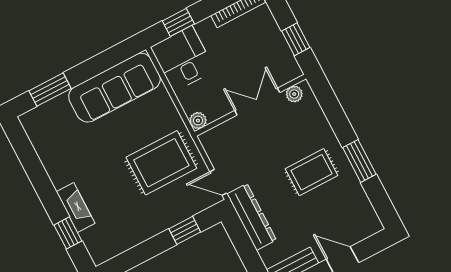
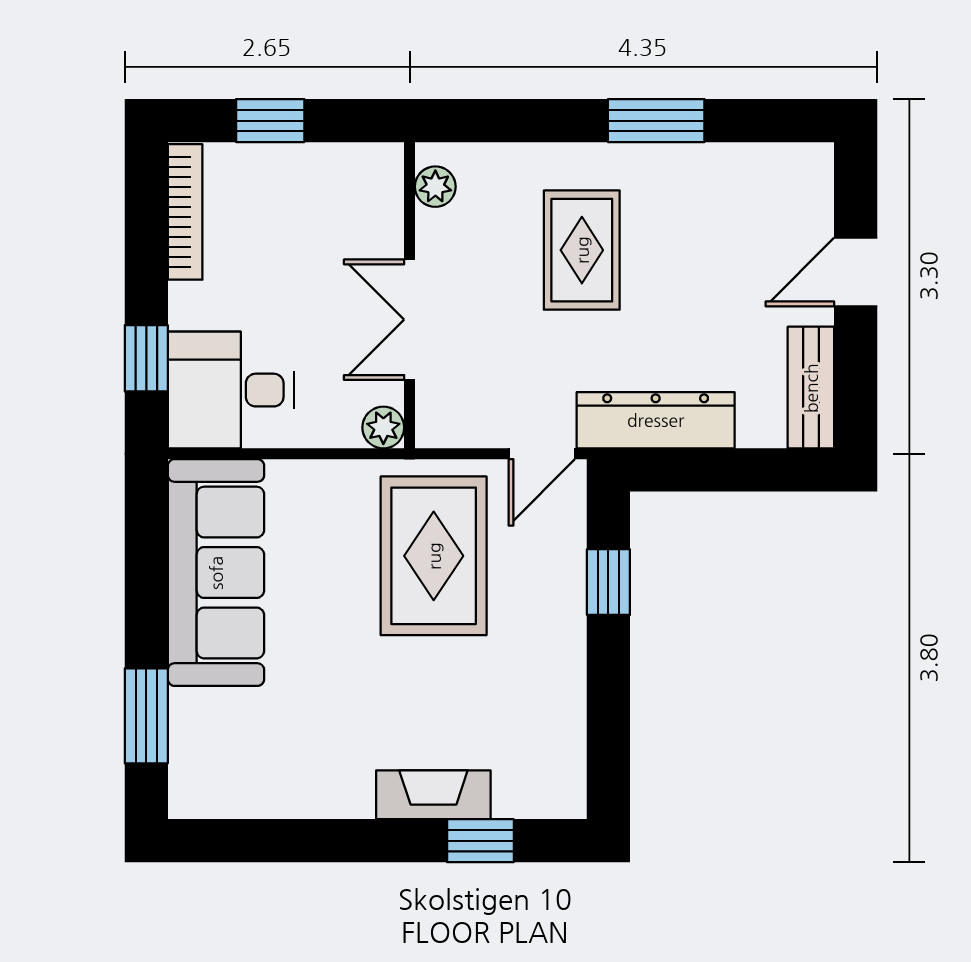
window: (296, 39) -> (270, 121), moved
double door: (257, 102) -> (410, 320), moved
rug: (312, 172) -> (582, 250), moved

